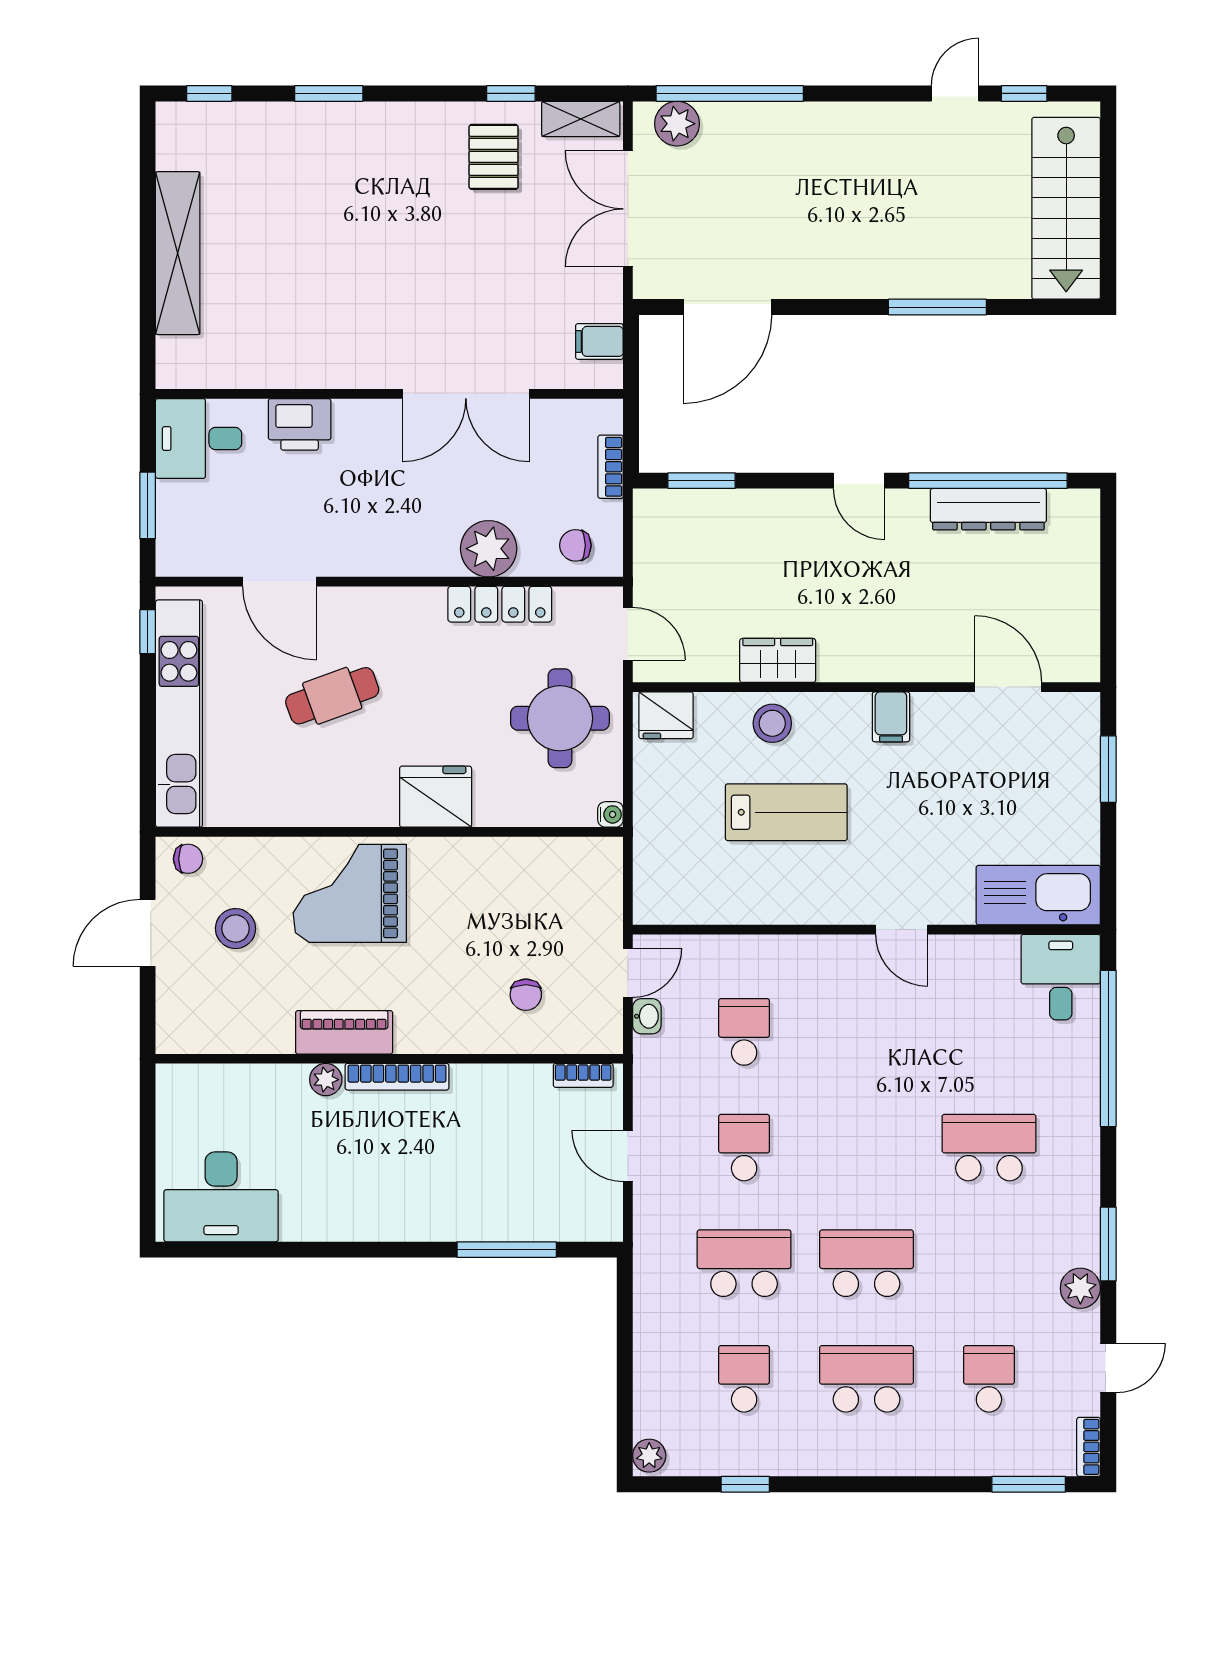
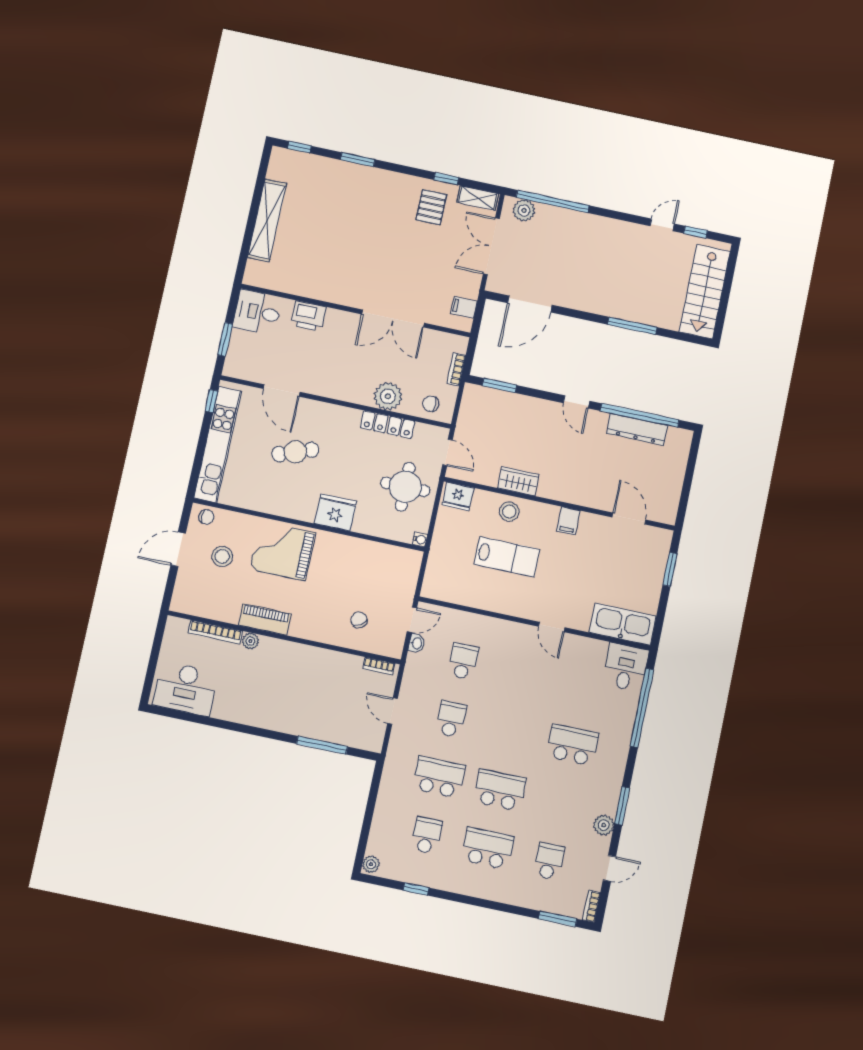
chair: (526, 995) -> (359, 620), turned 145
bookcase: (397, 1077) -> (215, 632), moved

